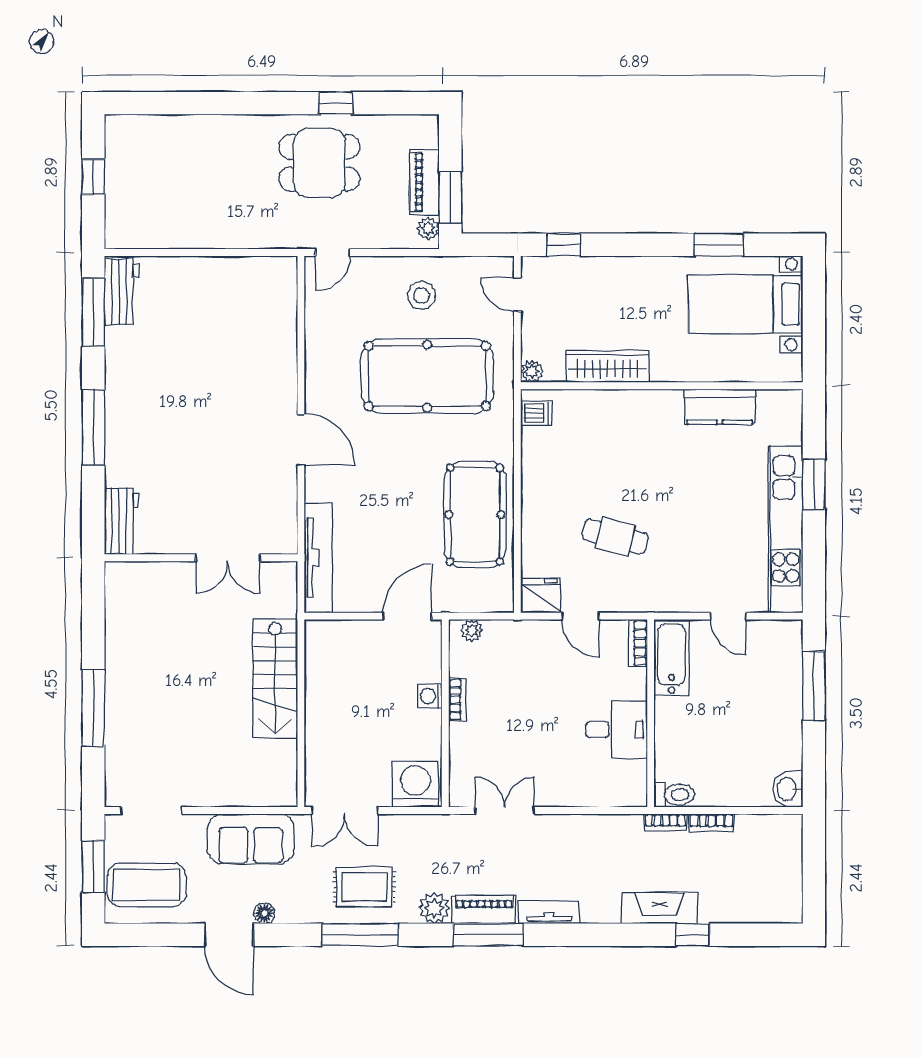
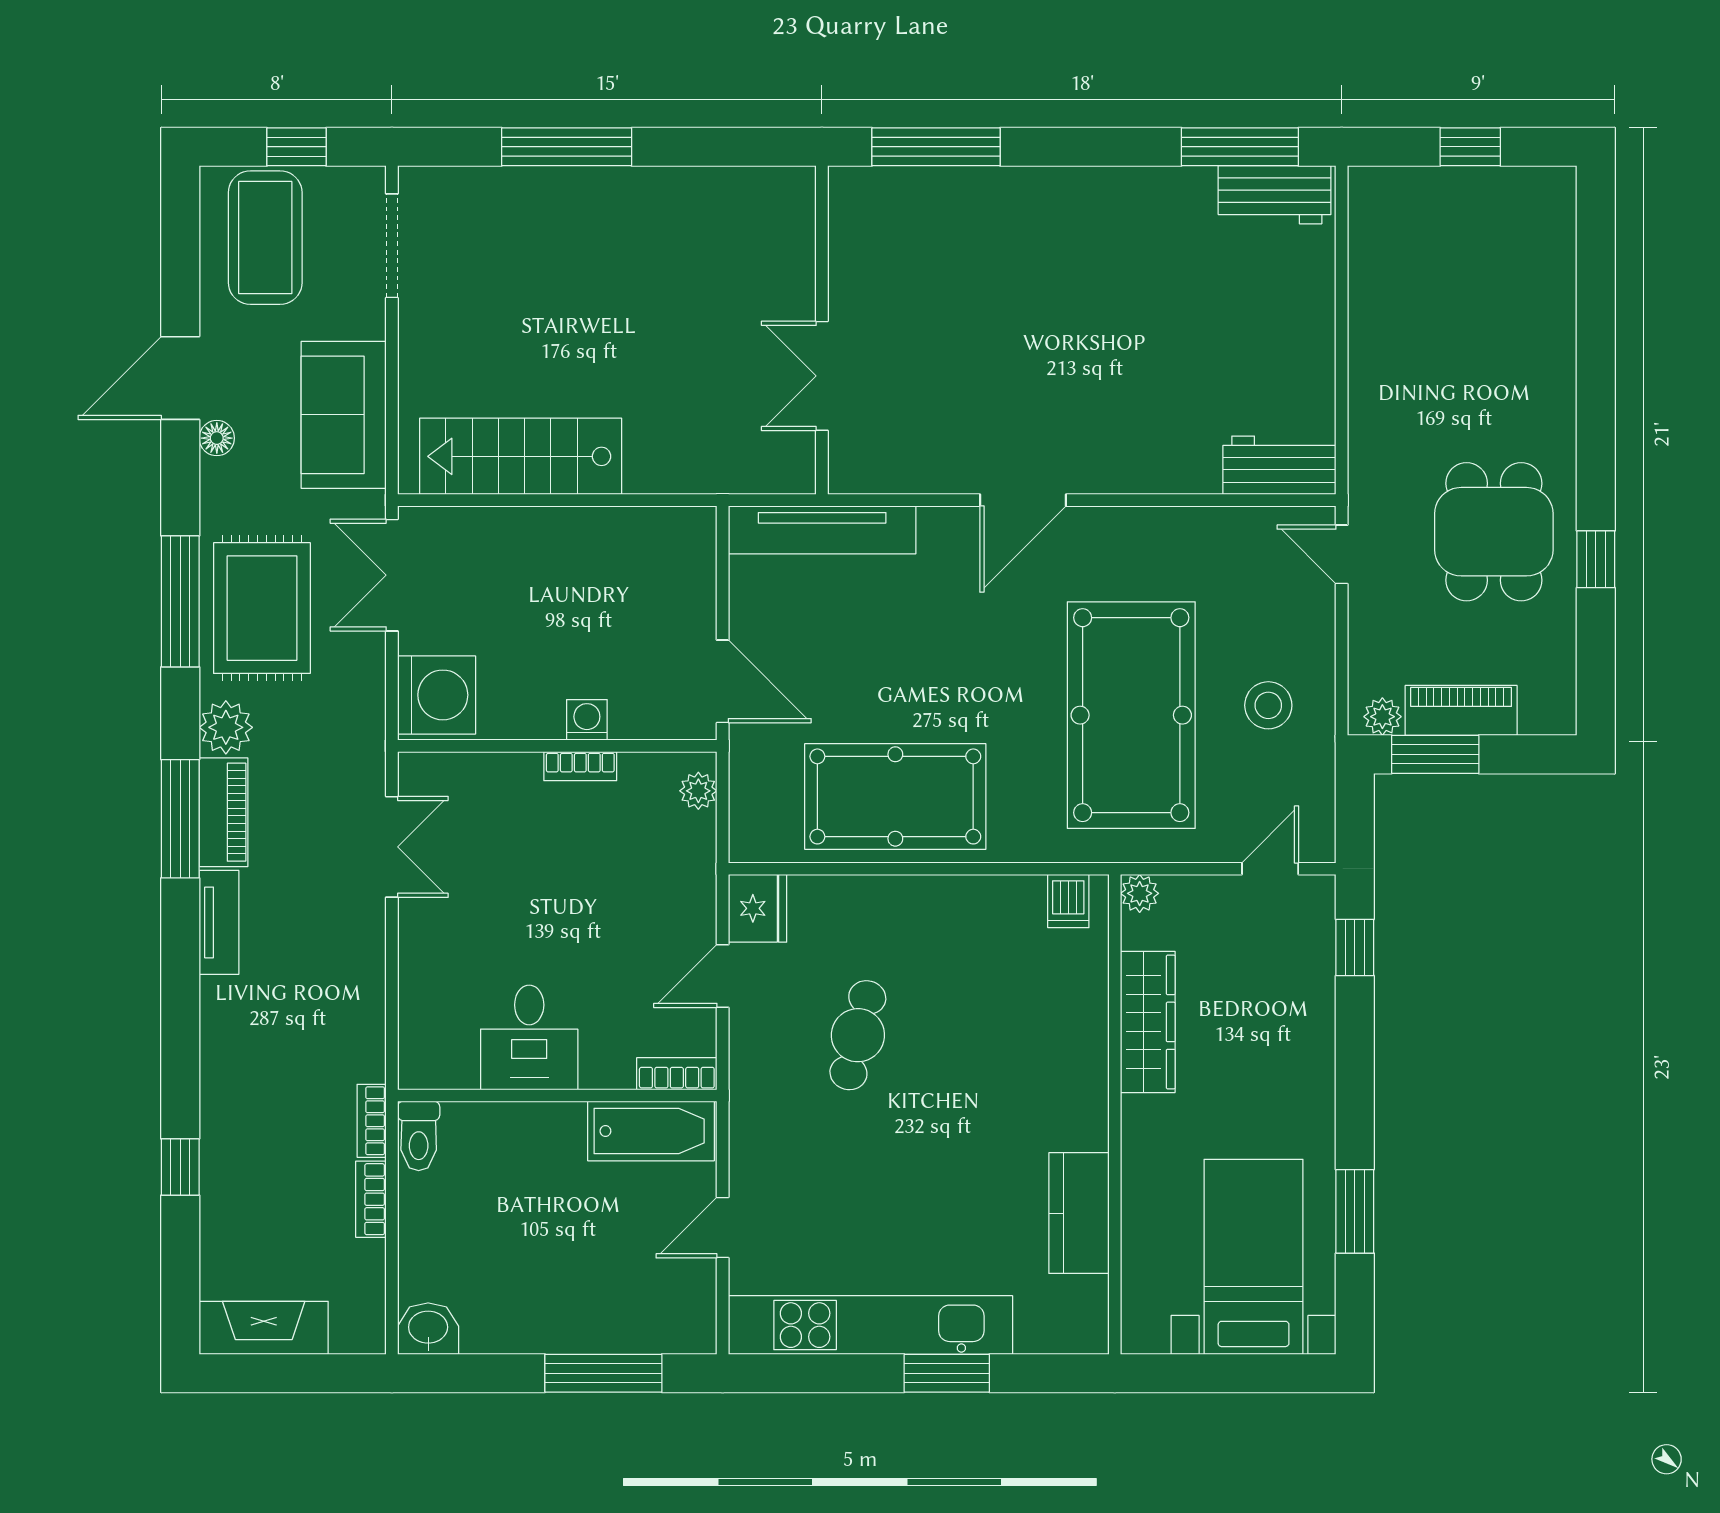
window: (93, 427) -> (936, 147), moved
workbench: (122, 521) -> (1279, 465), moved, turned 180
stairs: (275, 679) -> (521, 456), moved
window: (93, 866) -> (296, 147), width x0.67
rug: (364, 887) -> (262, 608), width x1.36, depth x1.43
fireplace: (659, 908) -> (264, 1328), moved, turned -90

